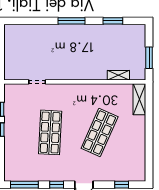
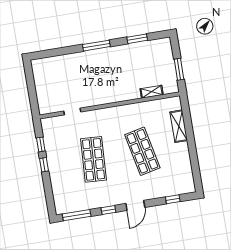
shelving: (139, 99) -> (179, 126), moved
shop shelf: (100, 132) -> (142, 151), turned -36

